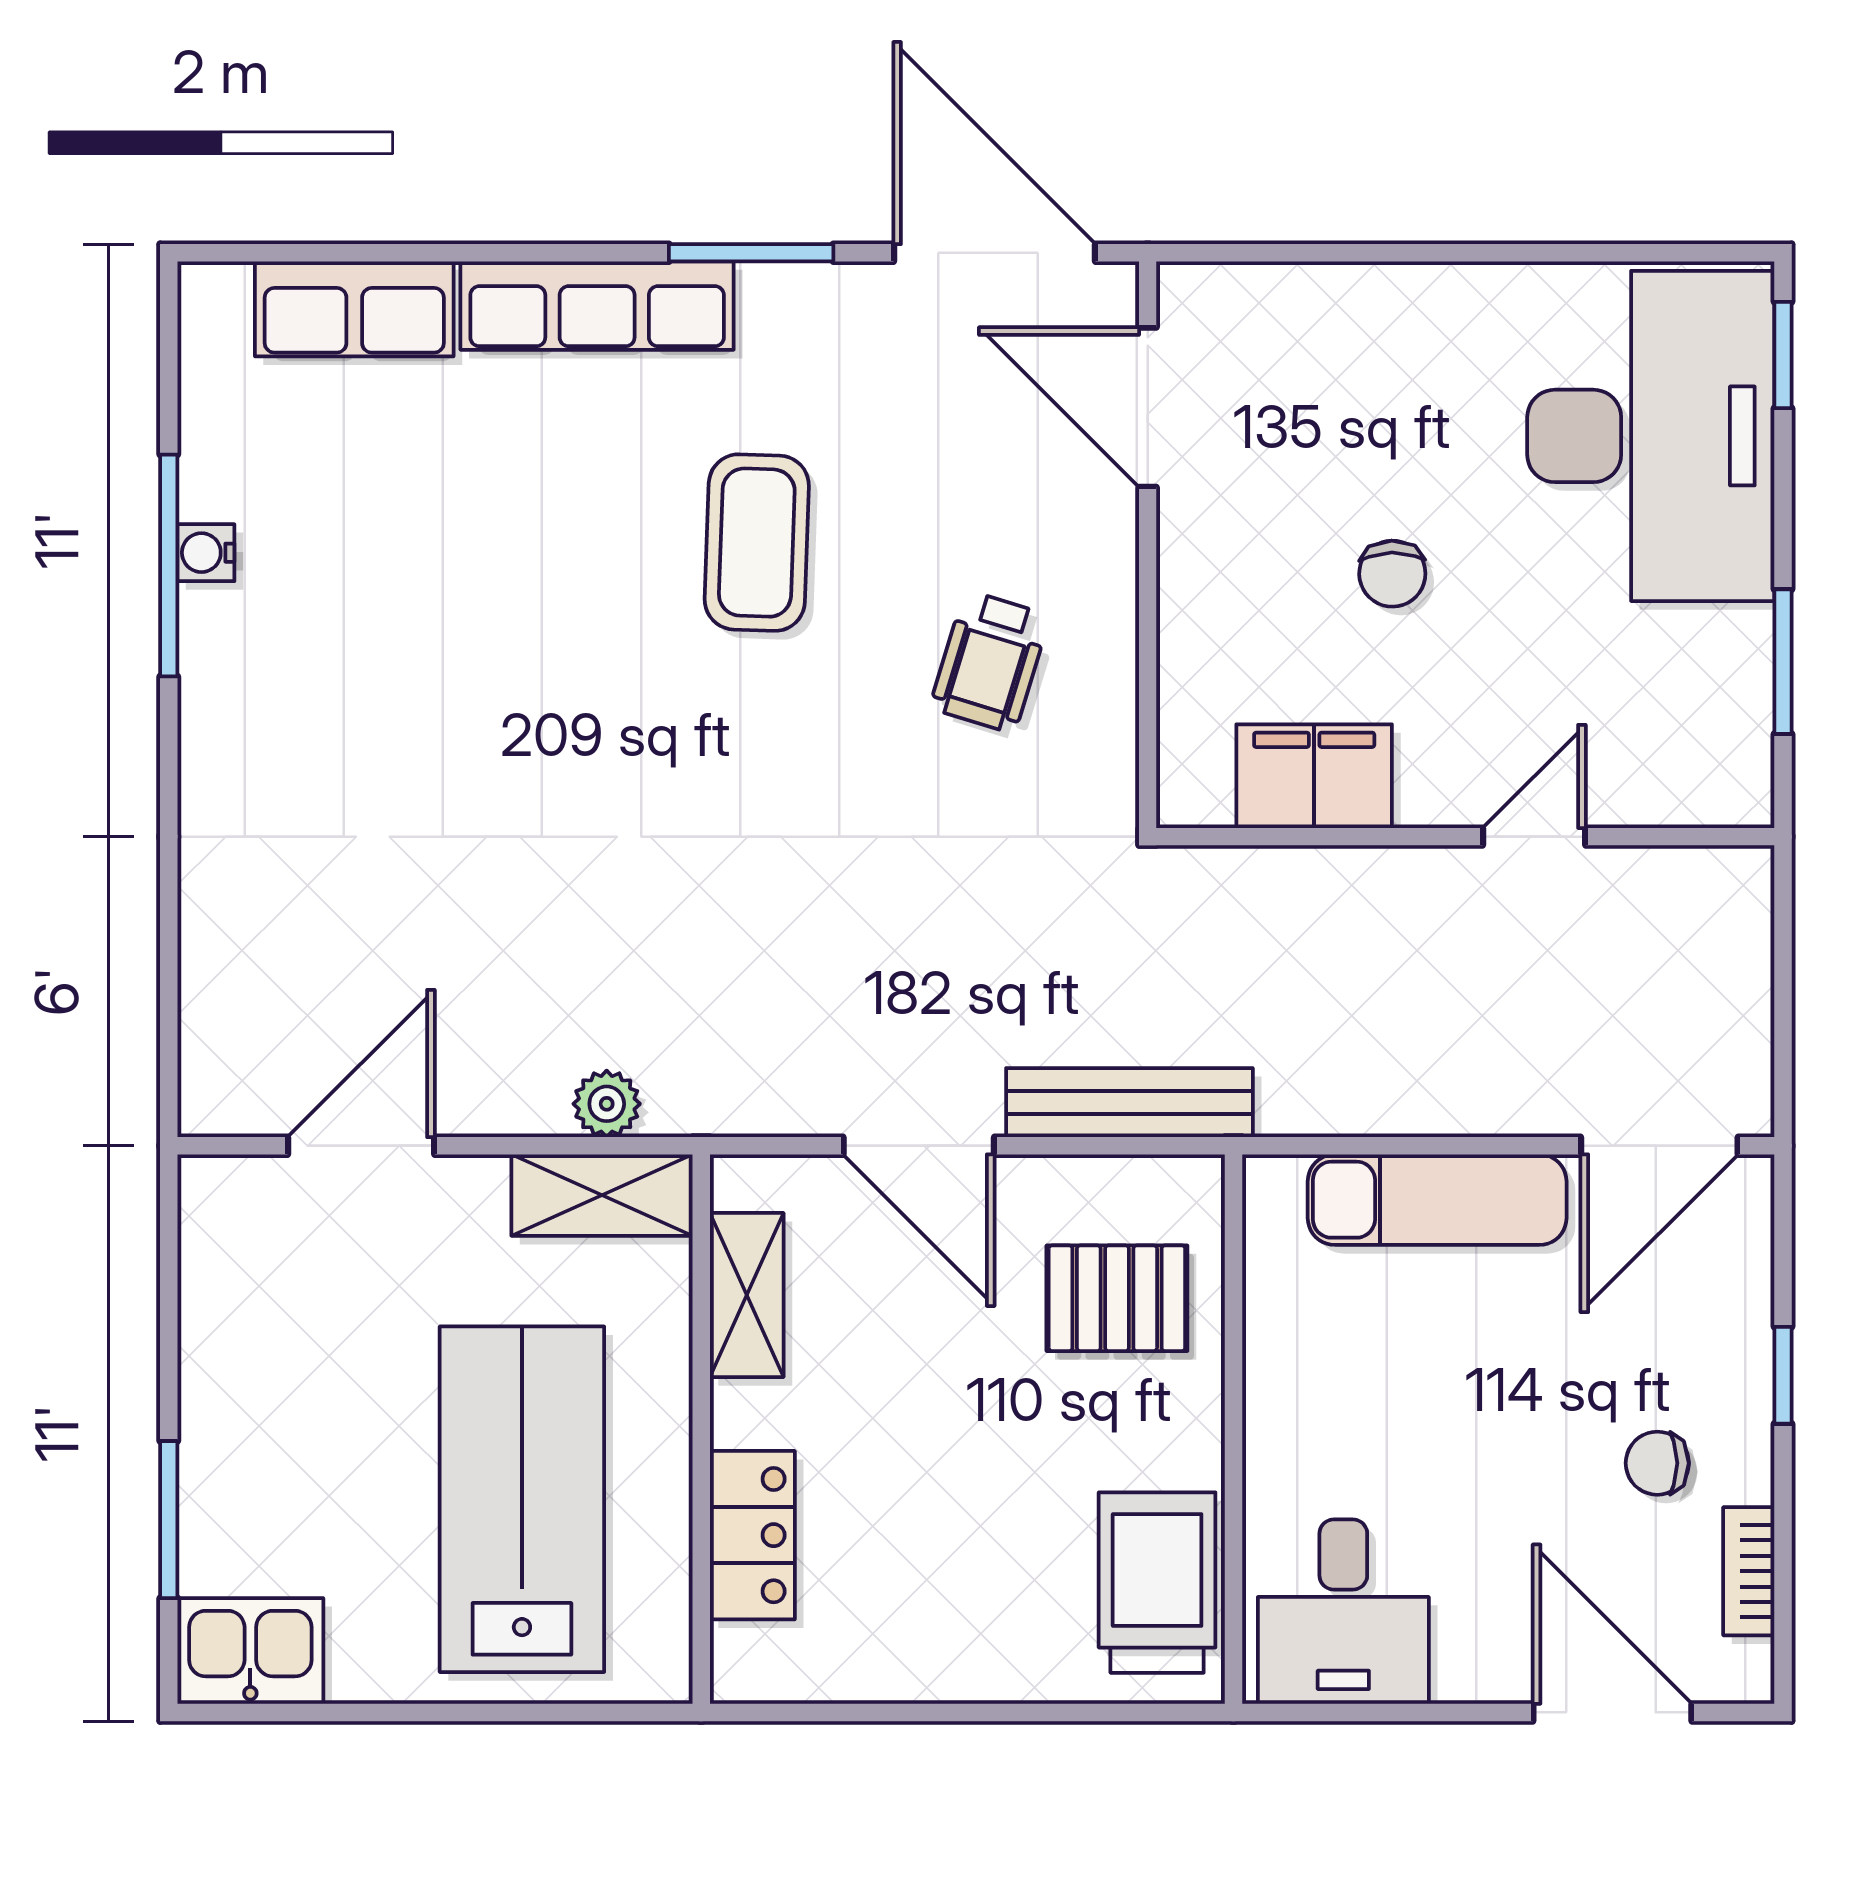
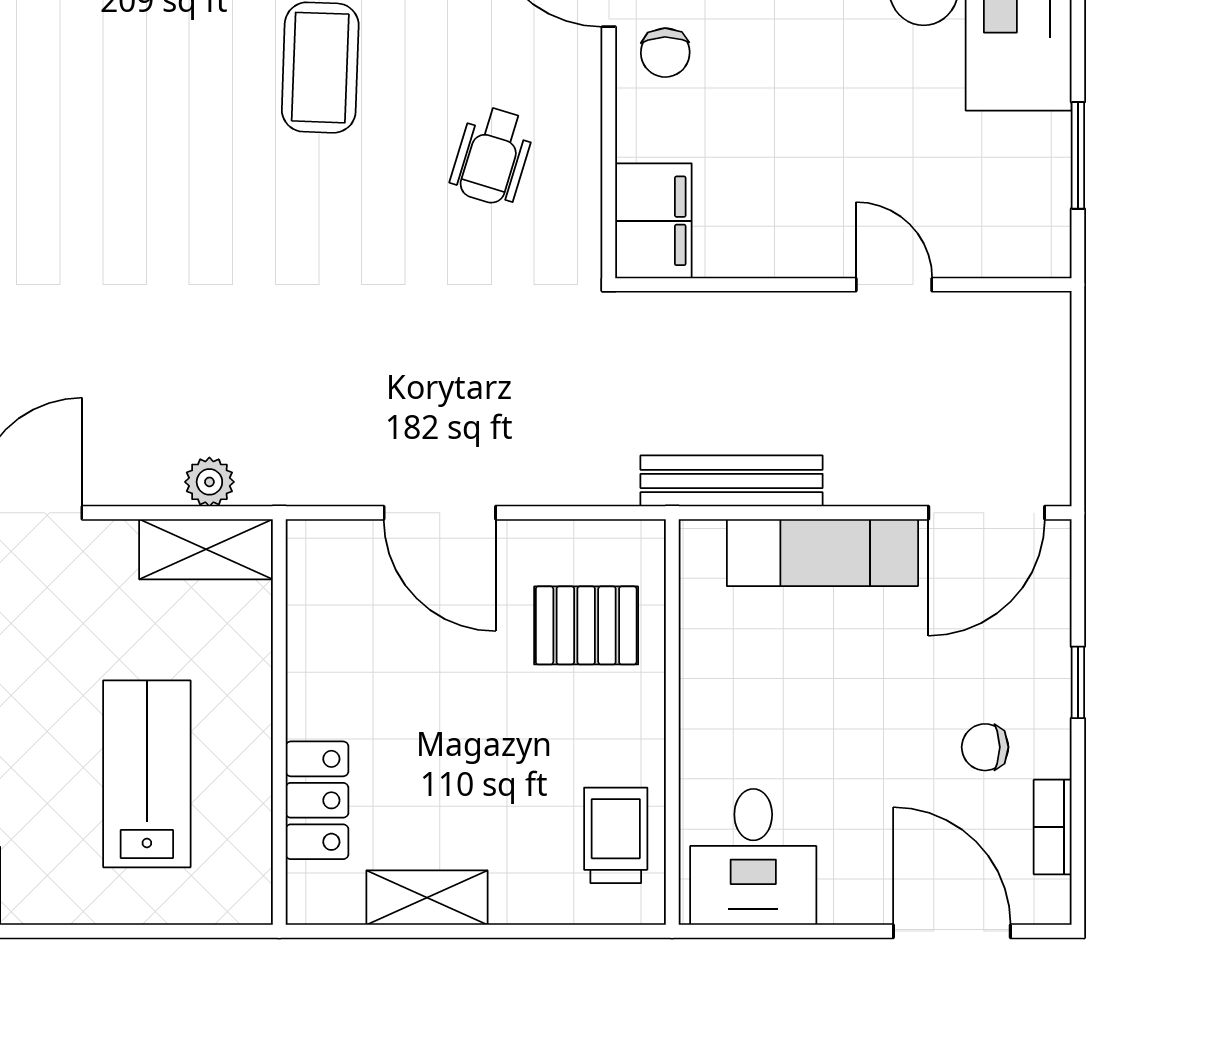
chair: (1392, 574) -> (665, 53), moved
filing cabinet: (1314, 776) -> (653, 221), moved, turned 90
door: (1534, 837) -> (894, 285), hinge flipped
bench: (1129, 1103) -> (732, 481), moved
shelving: (747, 1295) -> (427, 898), moved, turned 90
lab bench: (522, 1499) -> (147, 774), width x0.73, depth x0.72
trolley: (1157, 1583) -> (616, 835), width x0.73, depth x0.72

